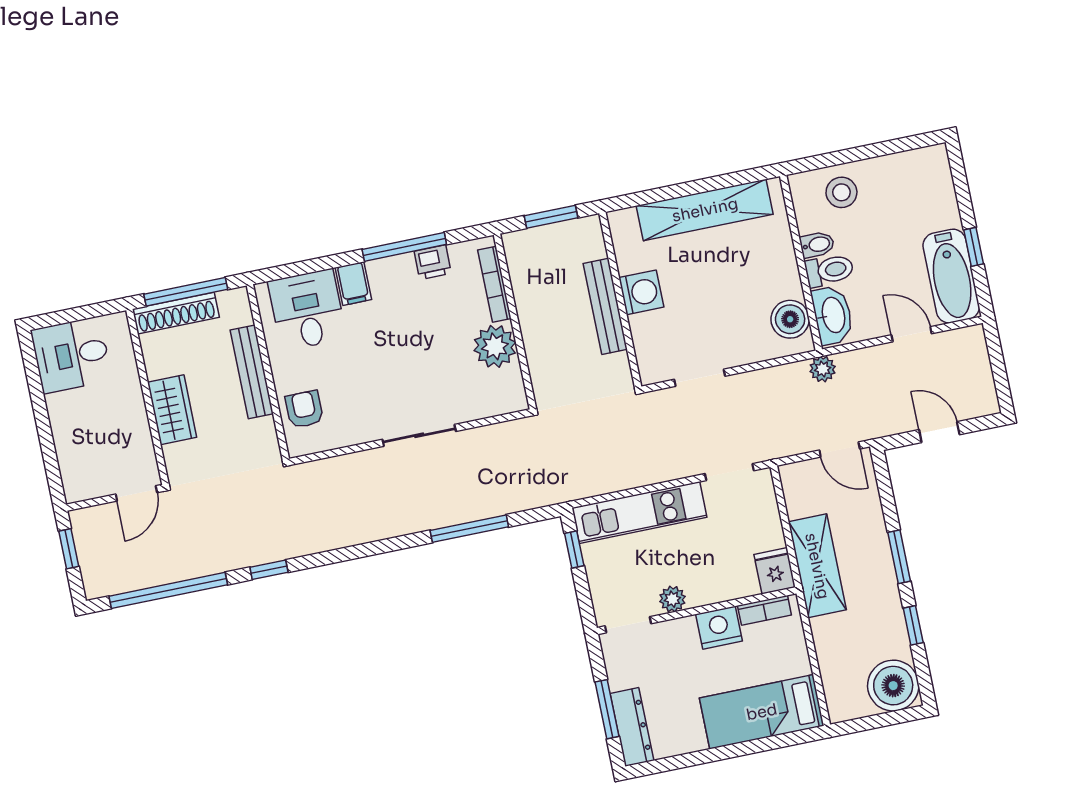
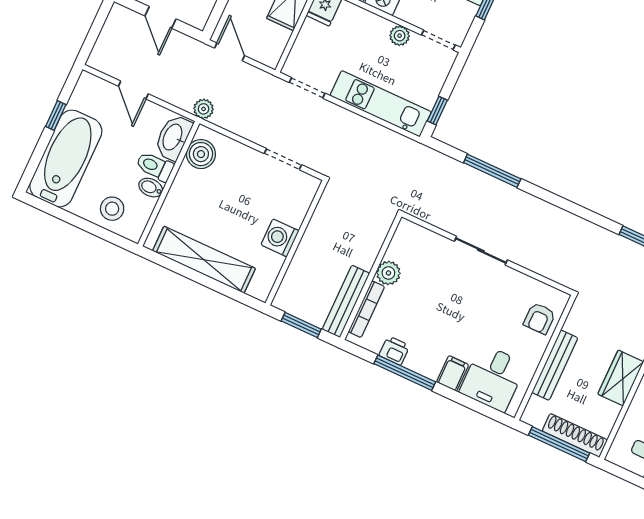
bathtub: (951, 276) -> (66, 158), moved, width x1.36, depth x1.36
bench: (605, 306) -> (346, 301), moved
plant: (495, 346) -> (388, 273), width x0.73, depth x0.73

